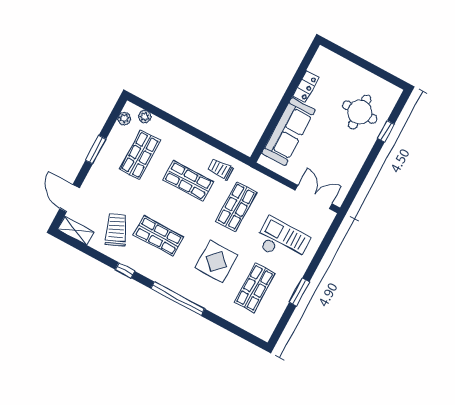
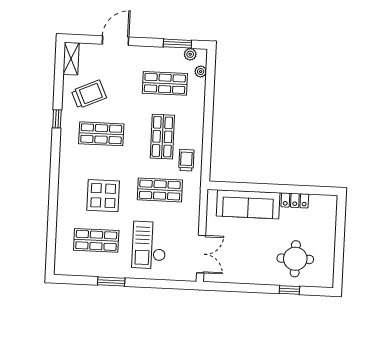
window: (96, 150) -> (177, 44), moved
door: (70, 198) -> (115, 41), moved
shop shelf: (158, 236) -> (101, 134), turned 90
checkout: (282, 241) -> (149, 245), turned 180
window: (178, 299) -> (54, 177), removed

